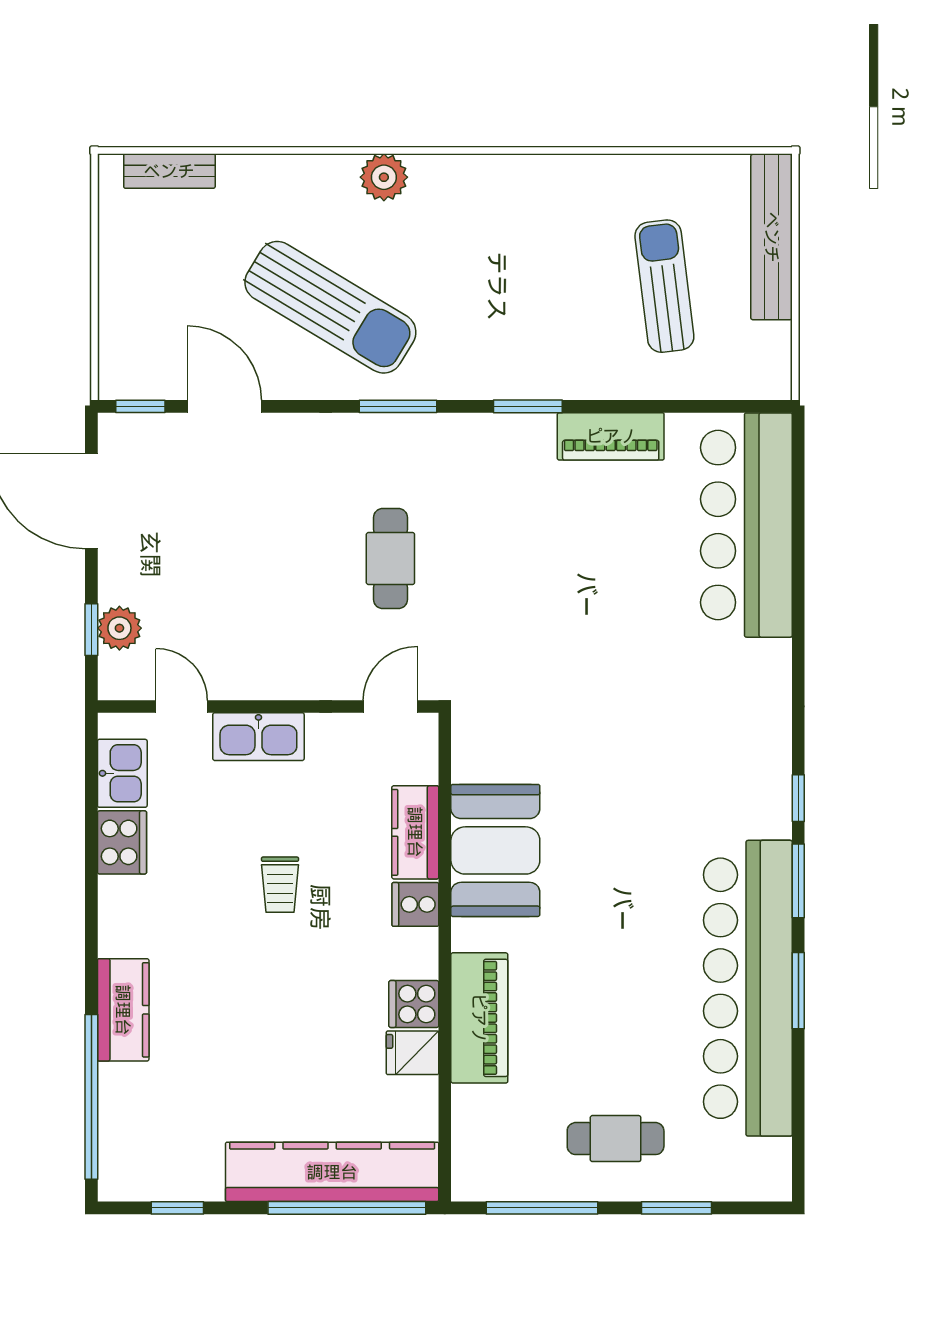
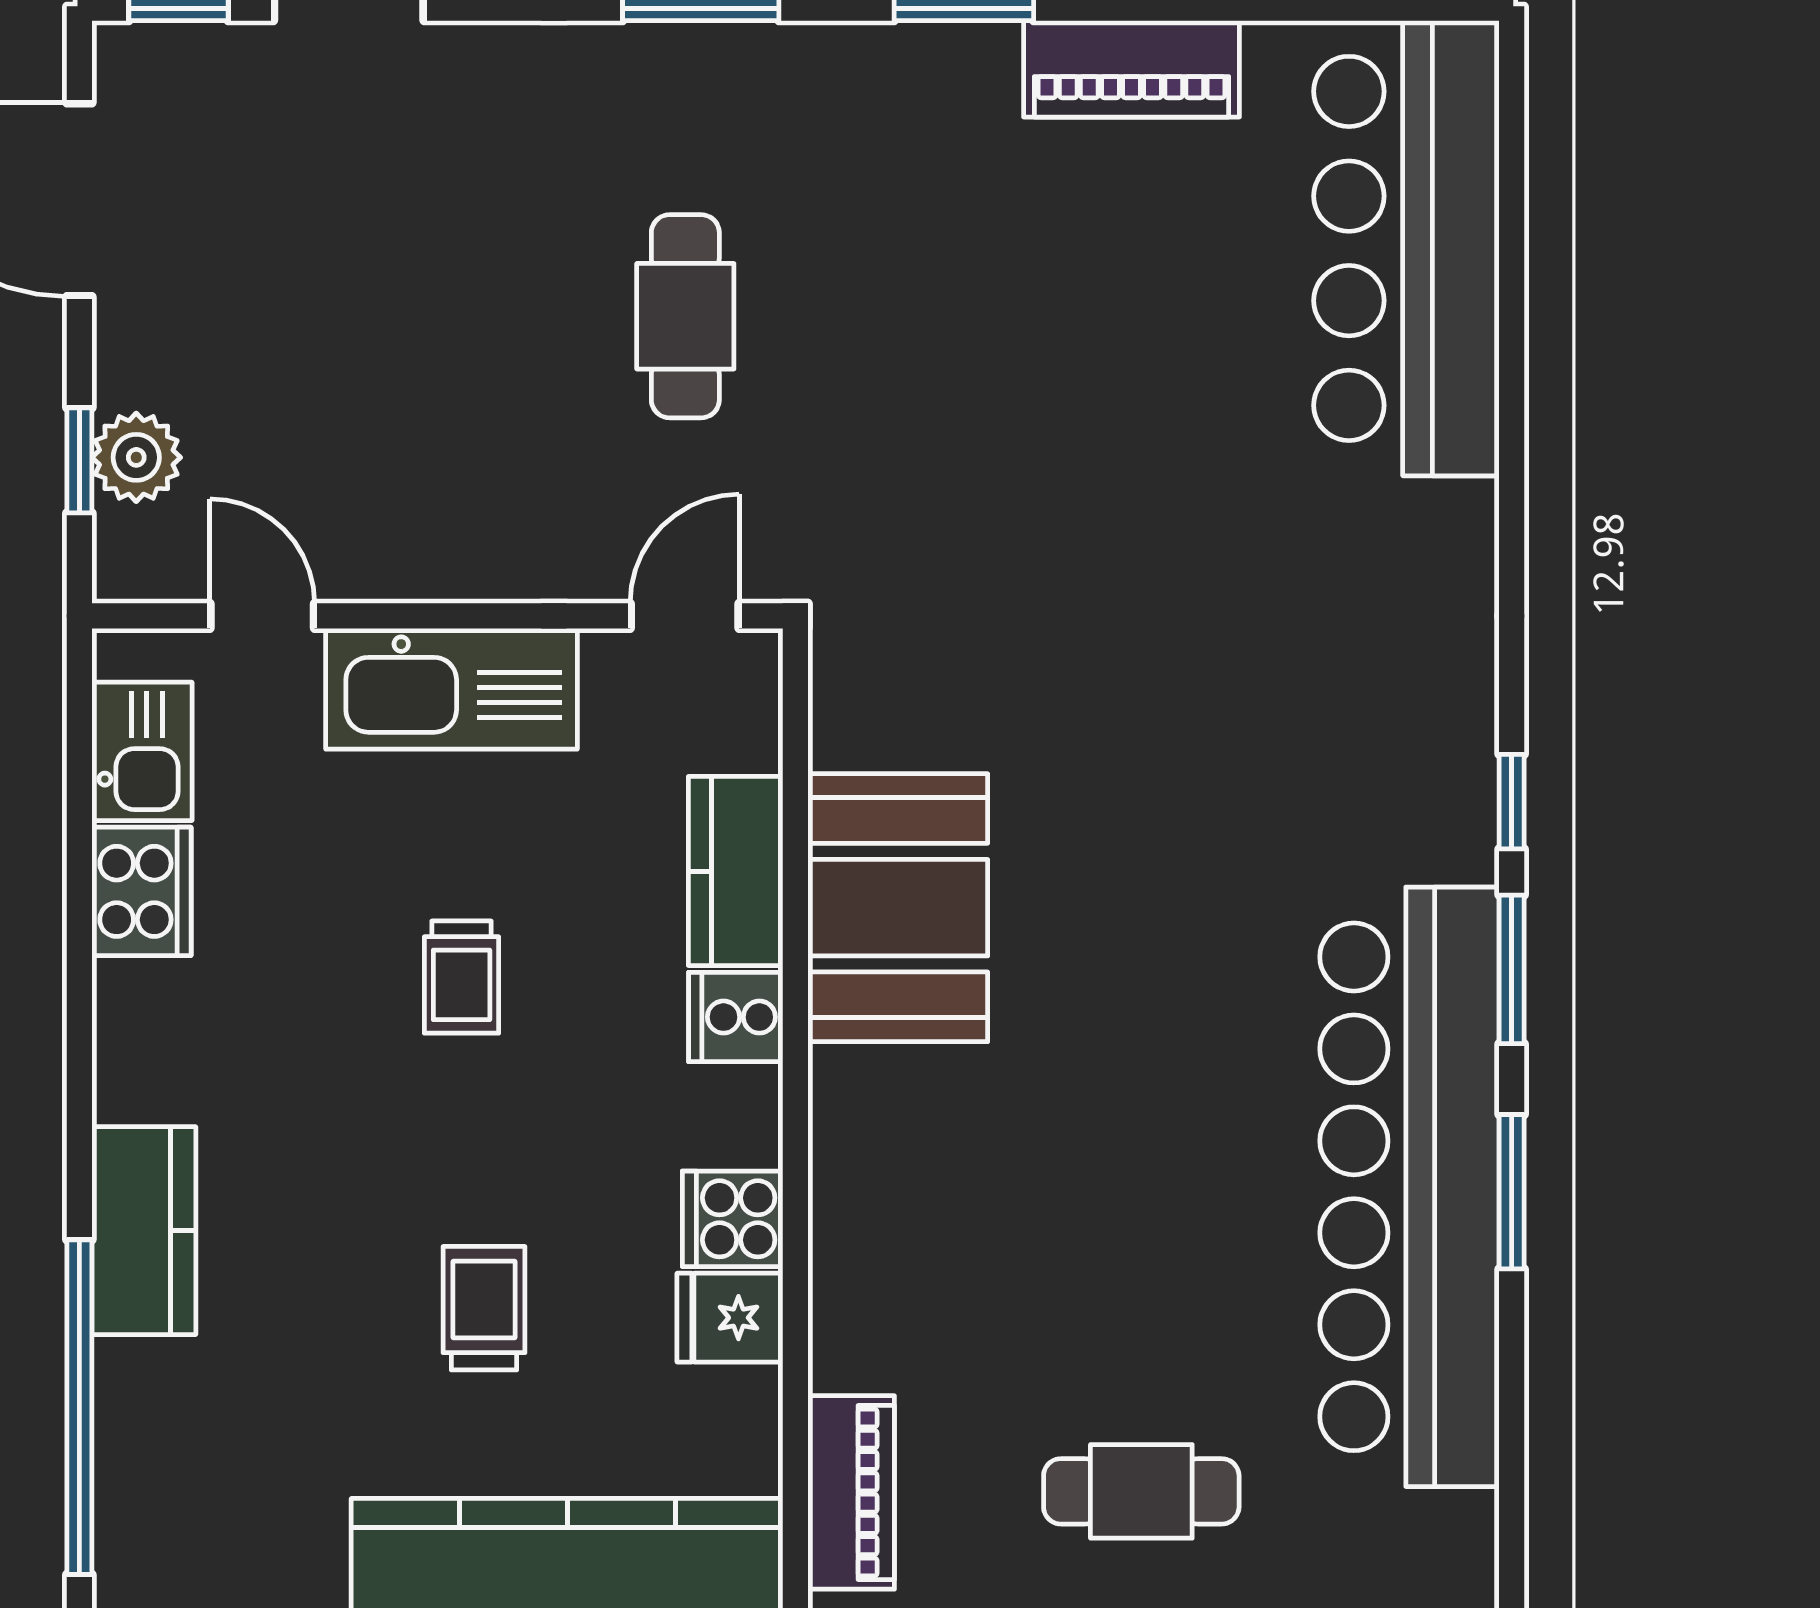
kitchen sink: (258, 737) -> (451, 689), width x1.36, depth x1.24
piano: (479, 1018) -> (851, 1492), moved, width x0.73, depth x0.75
trolley: (291, 1048) -> (484, 1308), added

